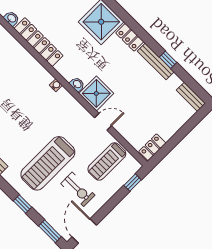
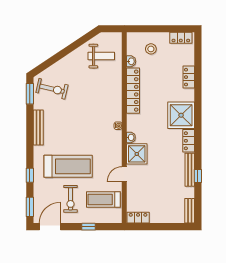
door: (103, 122) -> (124, 174), swing flipped
treadmill: (48, 163) -> (68, 166), turned 180
window: (133, 183) -> (89, 227), moved

